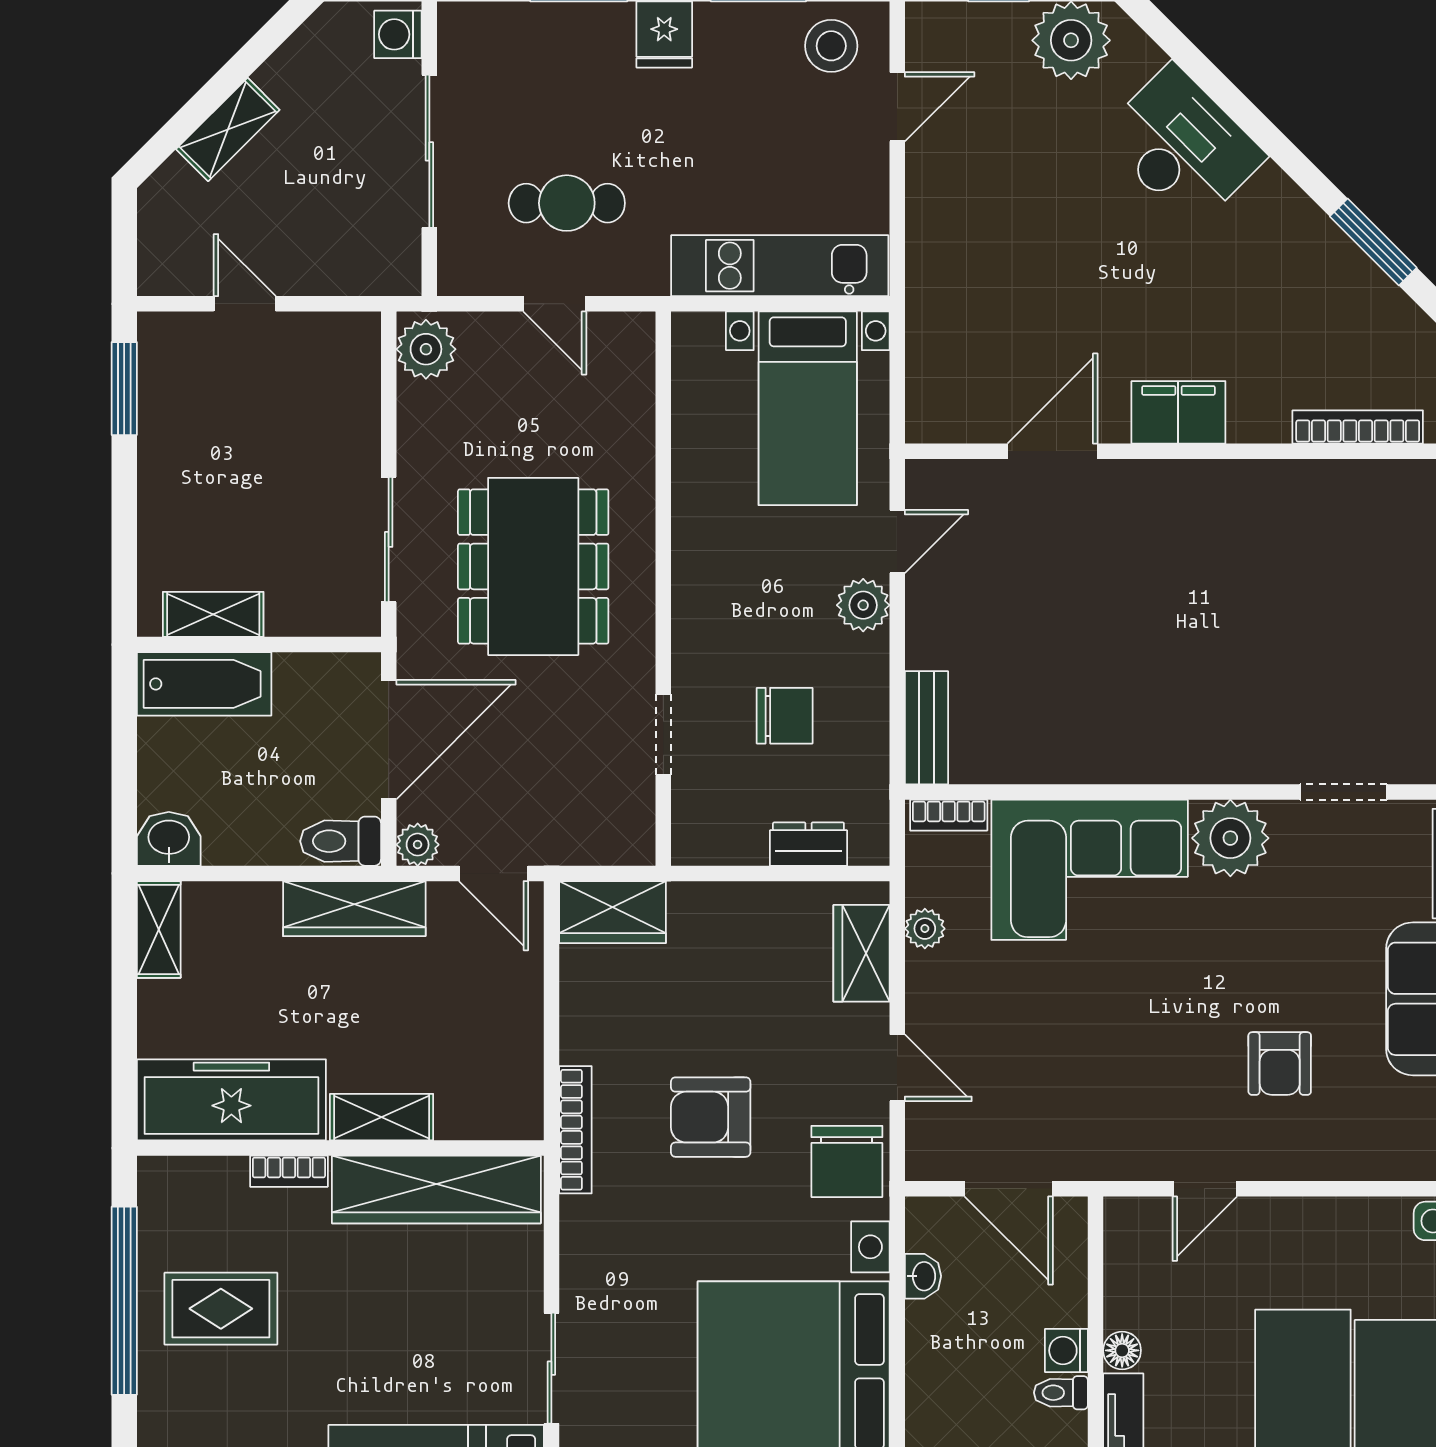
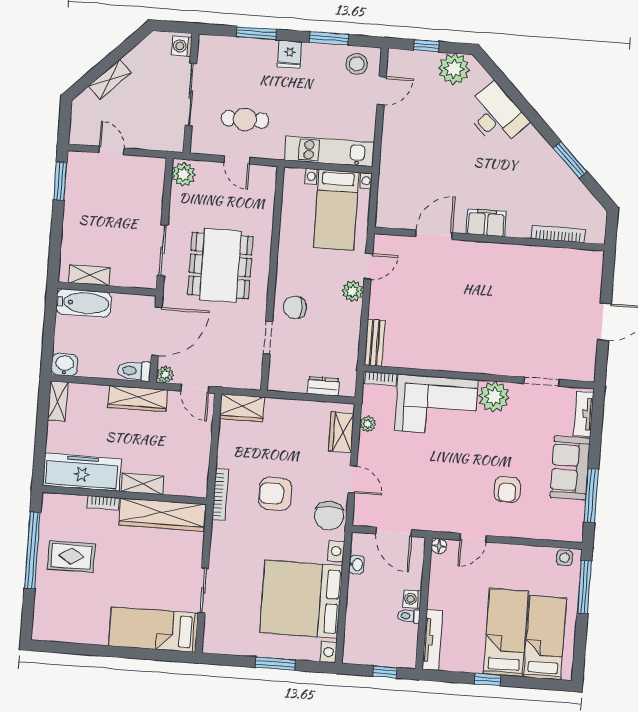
chair: (785, 716) -> (295, 307), moved, turned 180
floor lamp: (1122, 1350) -> (439, 546), moved

